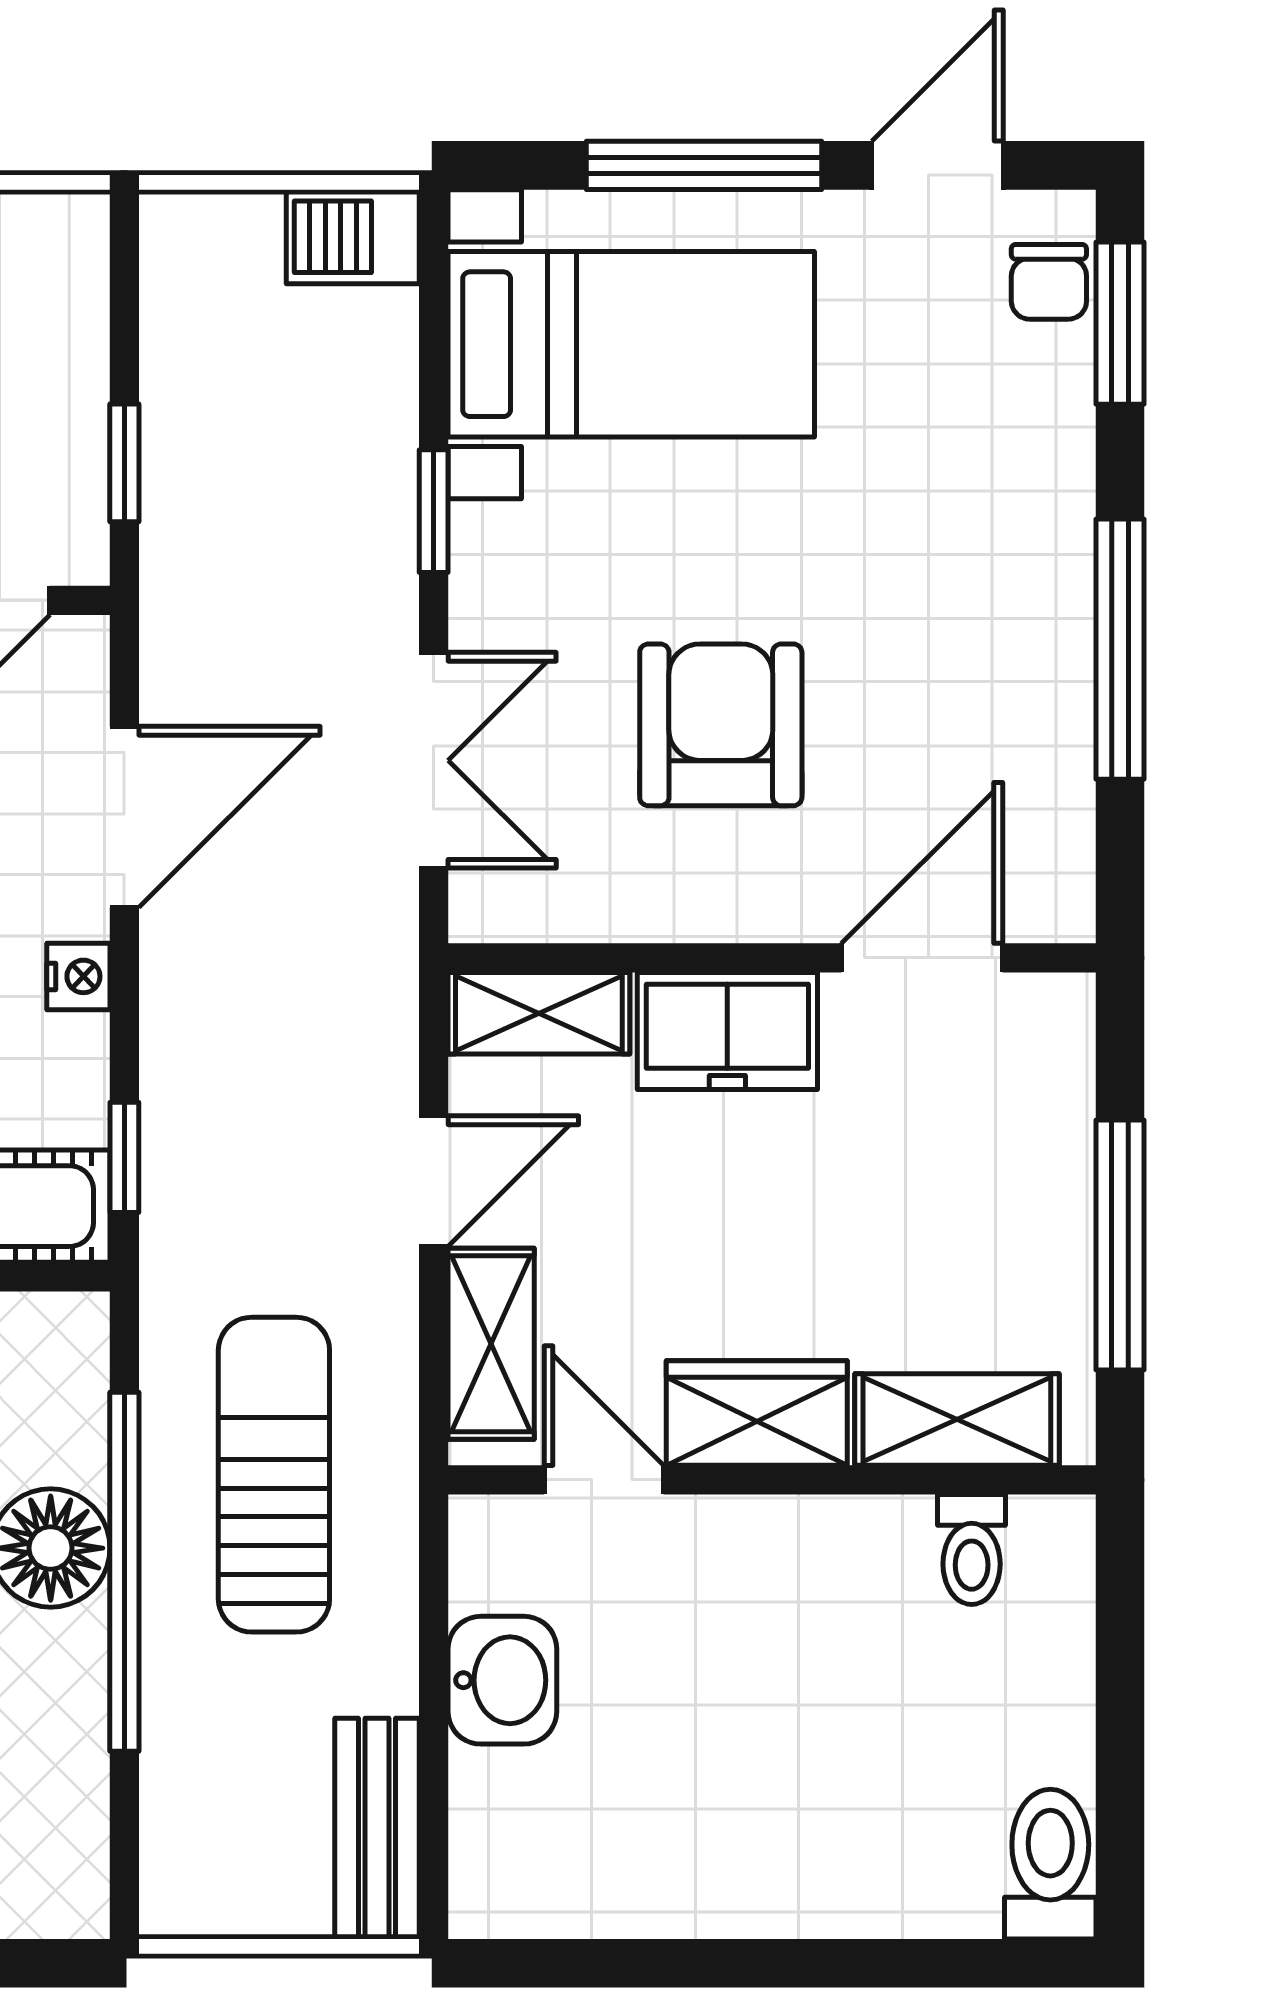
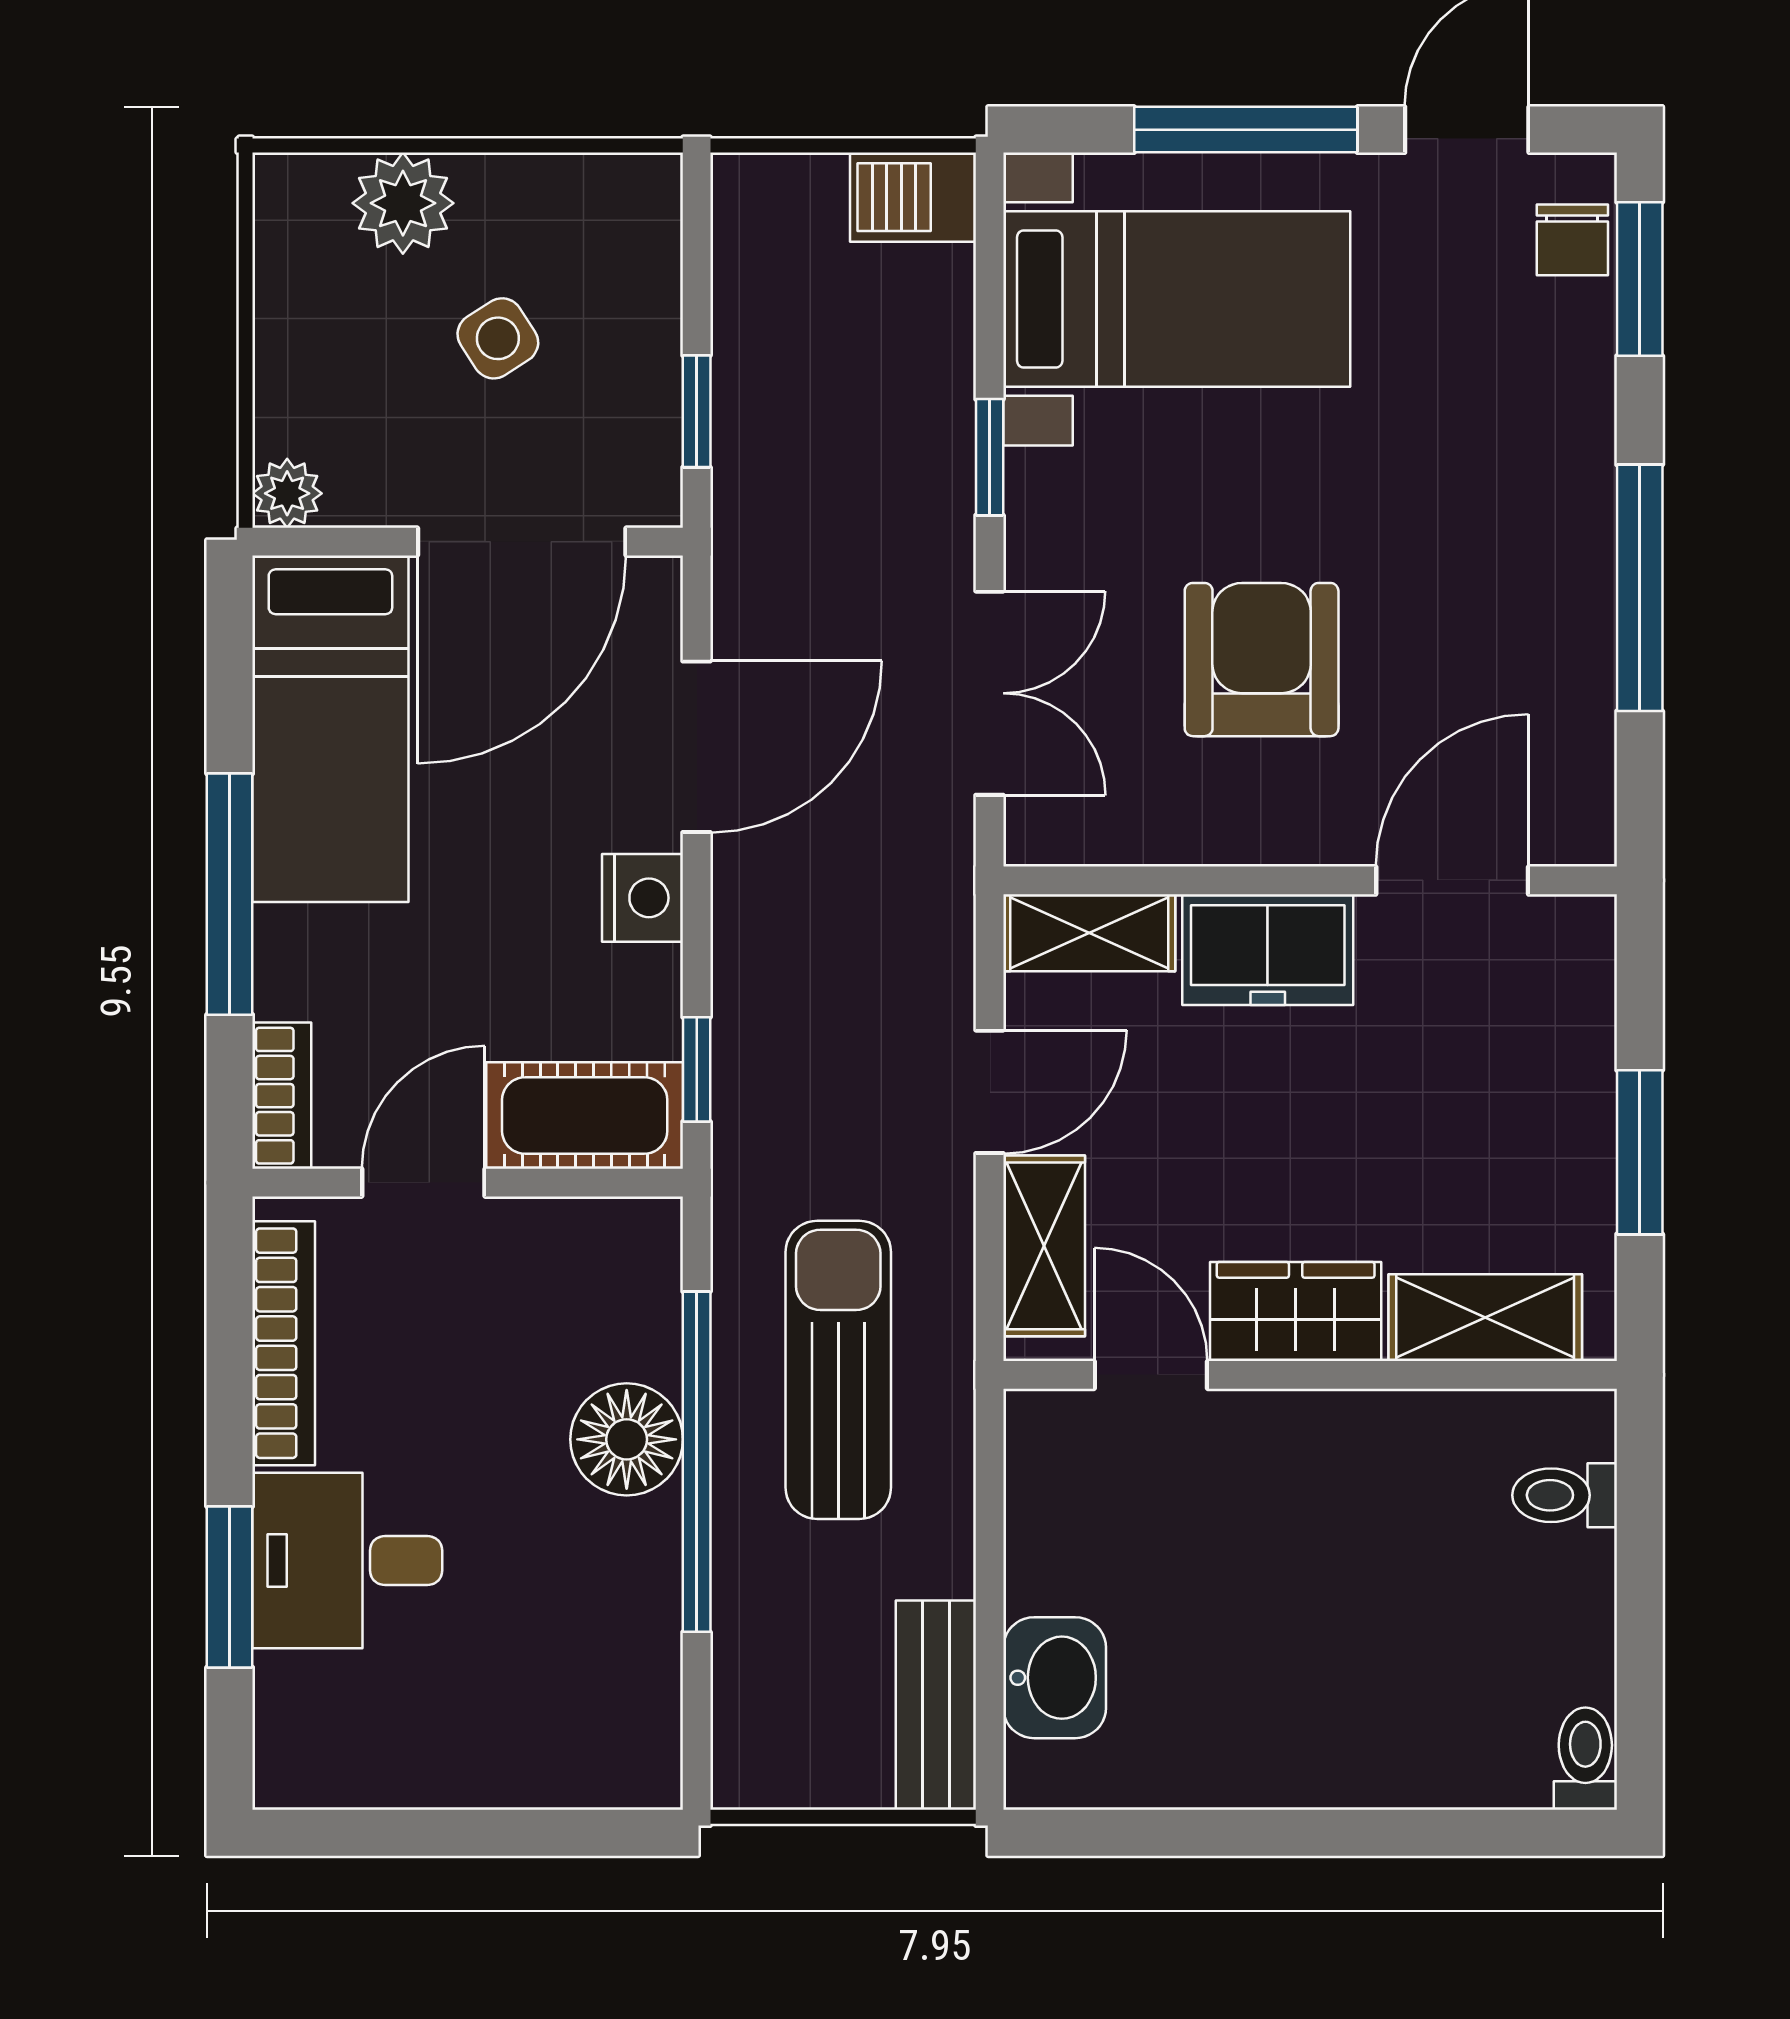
nightstand: (78, 976) -> (642, 898), width x1.39, depth x1.35
window: (1120, 1245) -> (1640, 1152), width x0.69
toilet: (972, 1550) -> (1565, 1495), moved, turned 90
washbasin: (502, 1680) -> (1055, 1678), moved
toilet: (1050, 1864) -> (1585, 1759), width x0.73, depth x0.72

